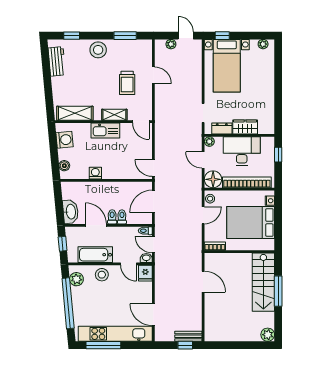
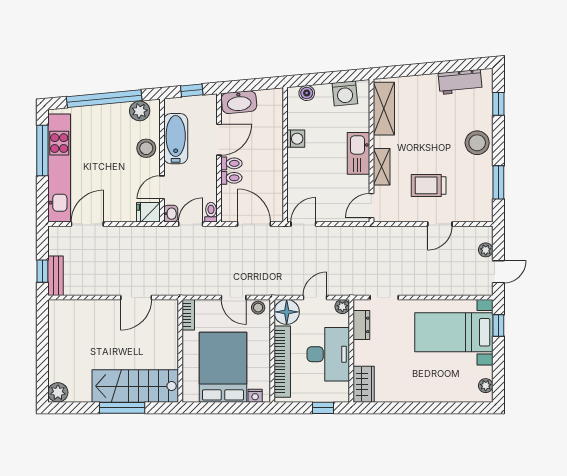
wardrobe: (245, 127) -> (364, 384), moved

